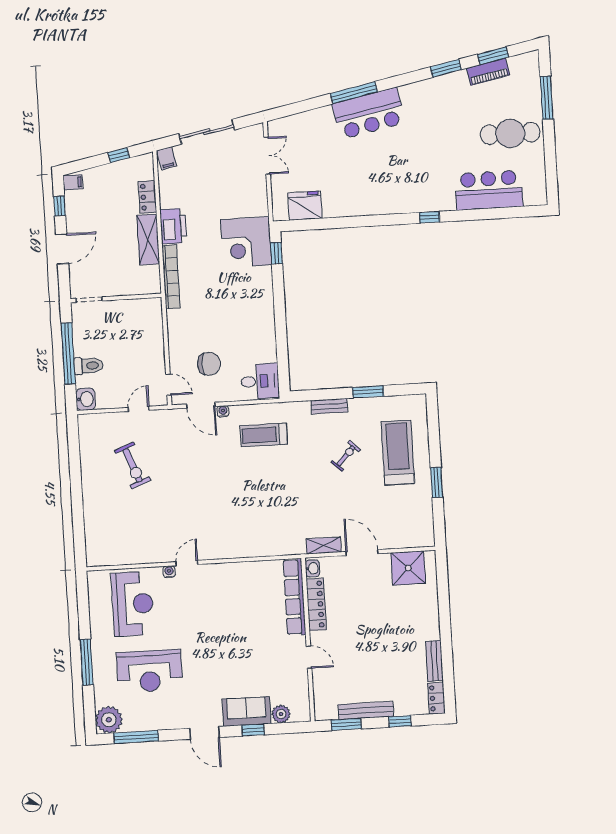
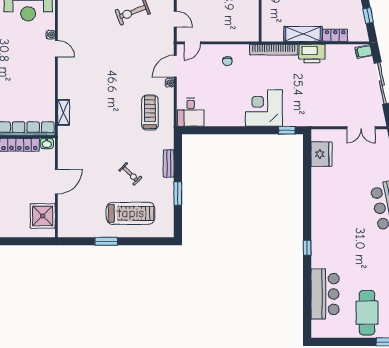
corner desk: (246, 242) -> (264, 108), moved
chair: (209, 364) -> (227, 61), moved, width x0.54, depth x0.54
shelving: (324, 546) -> (64, 112), moved

